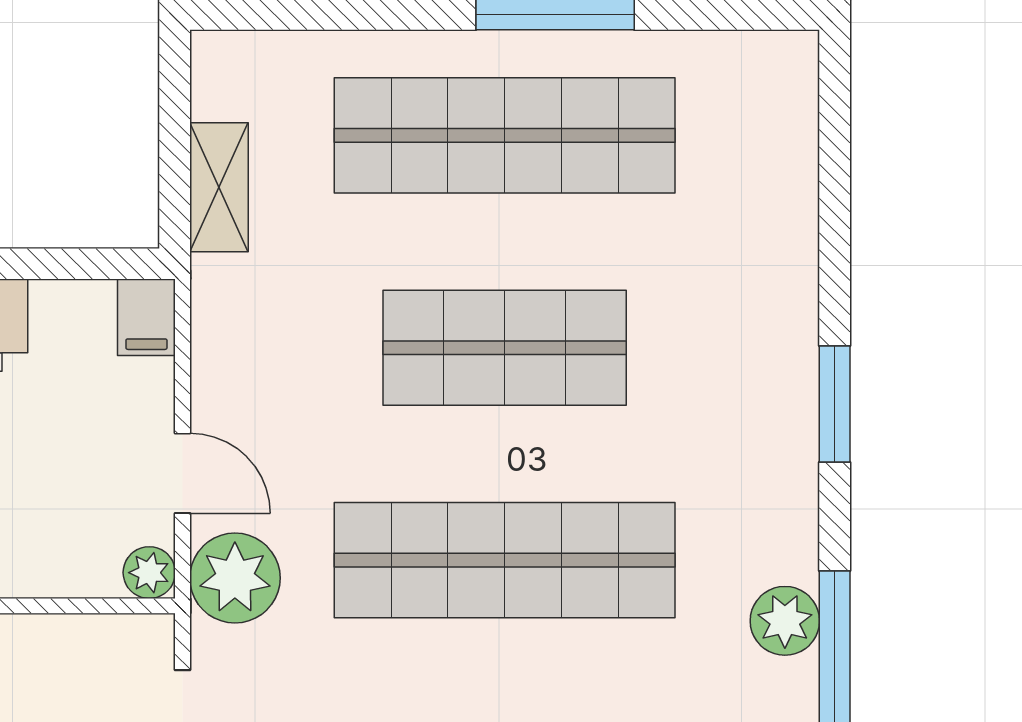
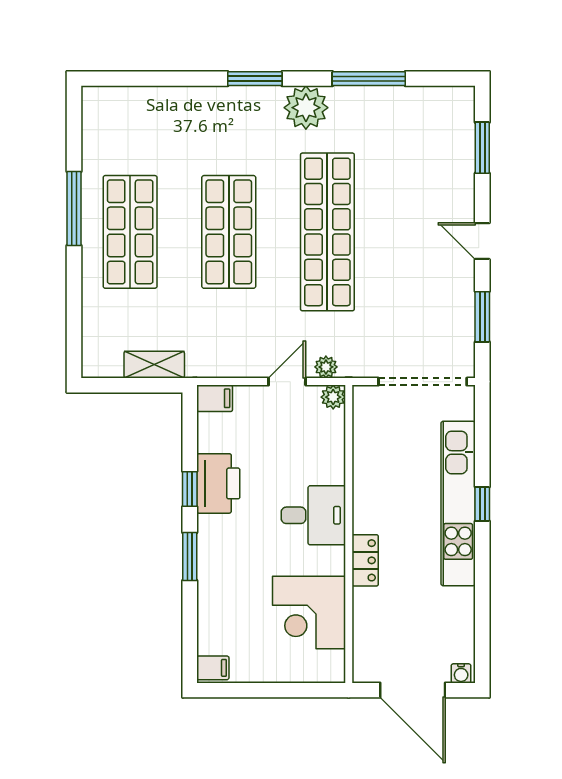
shop shelf: (505, 135) -> (130, 232), width x0.71
plant: (235, 578) -> (326, 367), width x0.53, depth x0.53
plant: (785, 621) -> (306, 108), moved, width x1.36, depth x1.36

